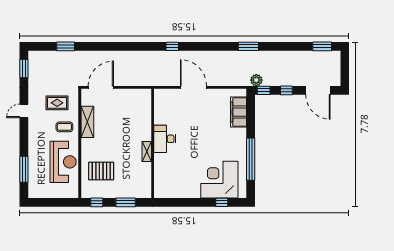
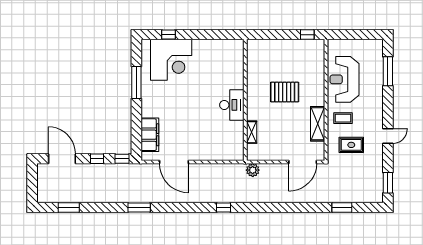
window: (322, 46) -> (69, 207), moved
plant: (256, 80) -> (253, 170), moved
door: (193, 87) -> (174, 162), moved
shelving: (147, 152) -> (252, 132), moved
window: (251, 159) -> (136, 83), width x0.68
pallet: (101, 171) -> (285, 92), moved
window: (126, 202) -> (275, 35), removed

